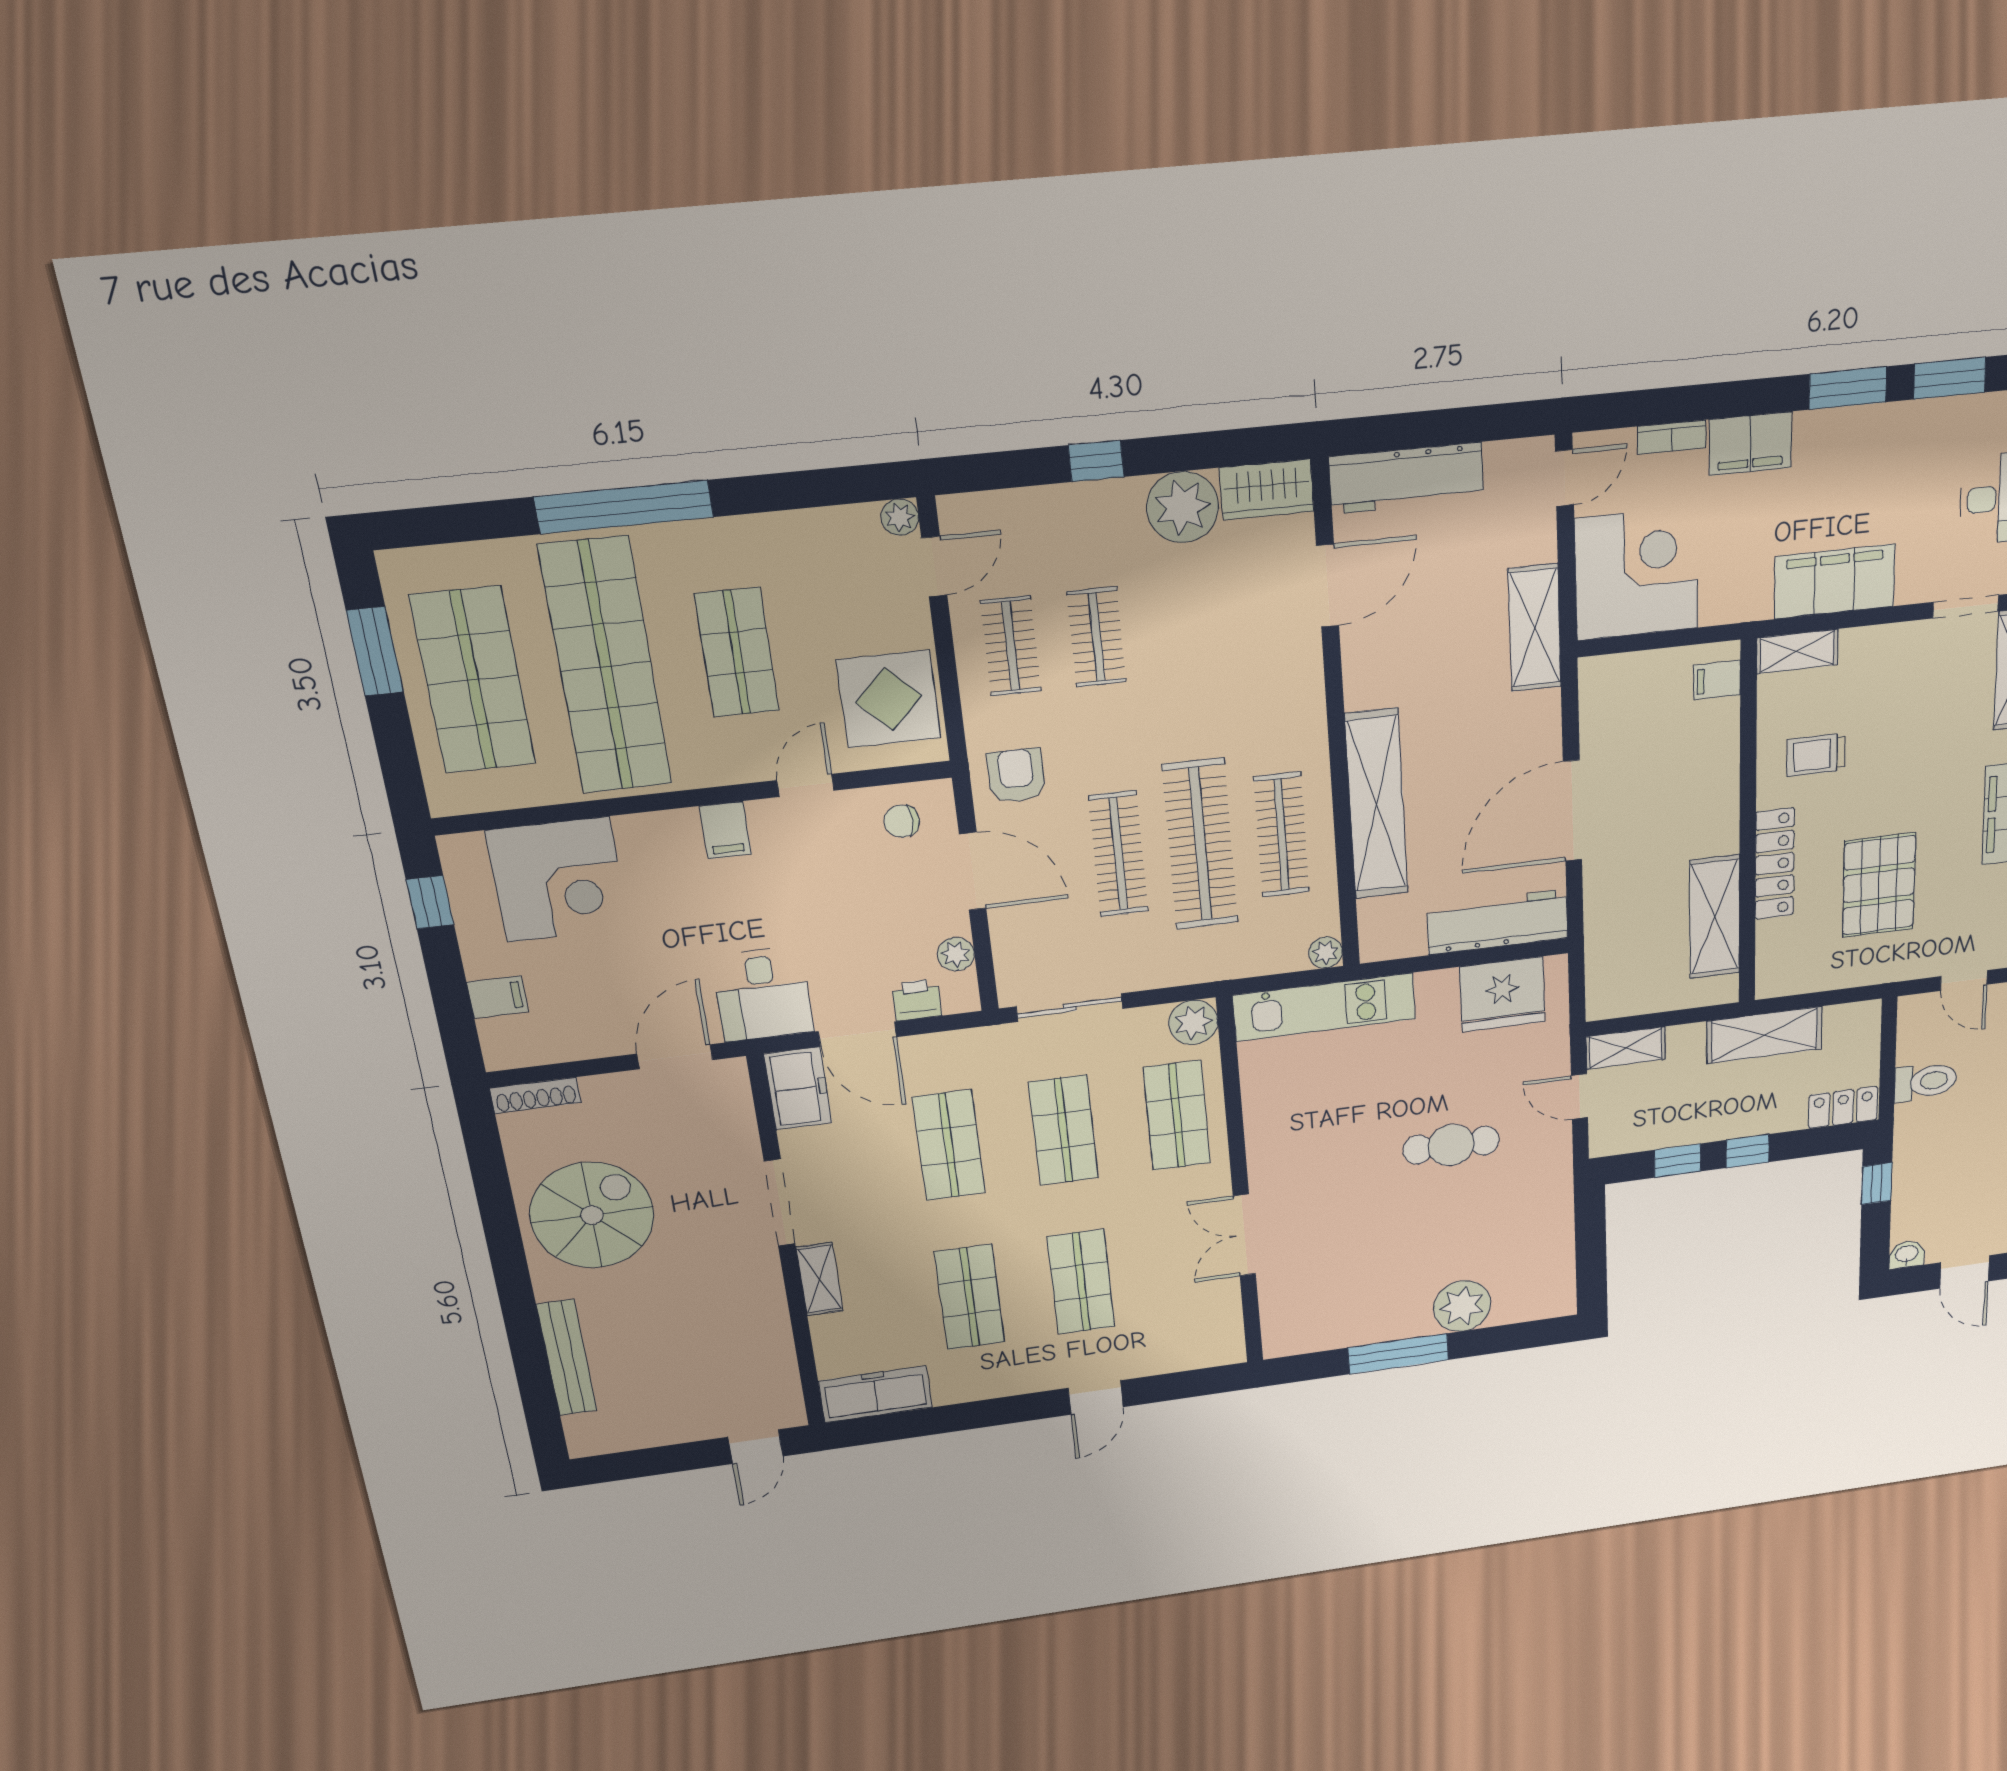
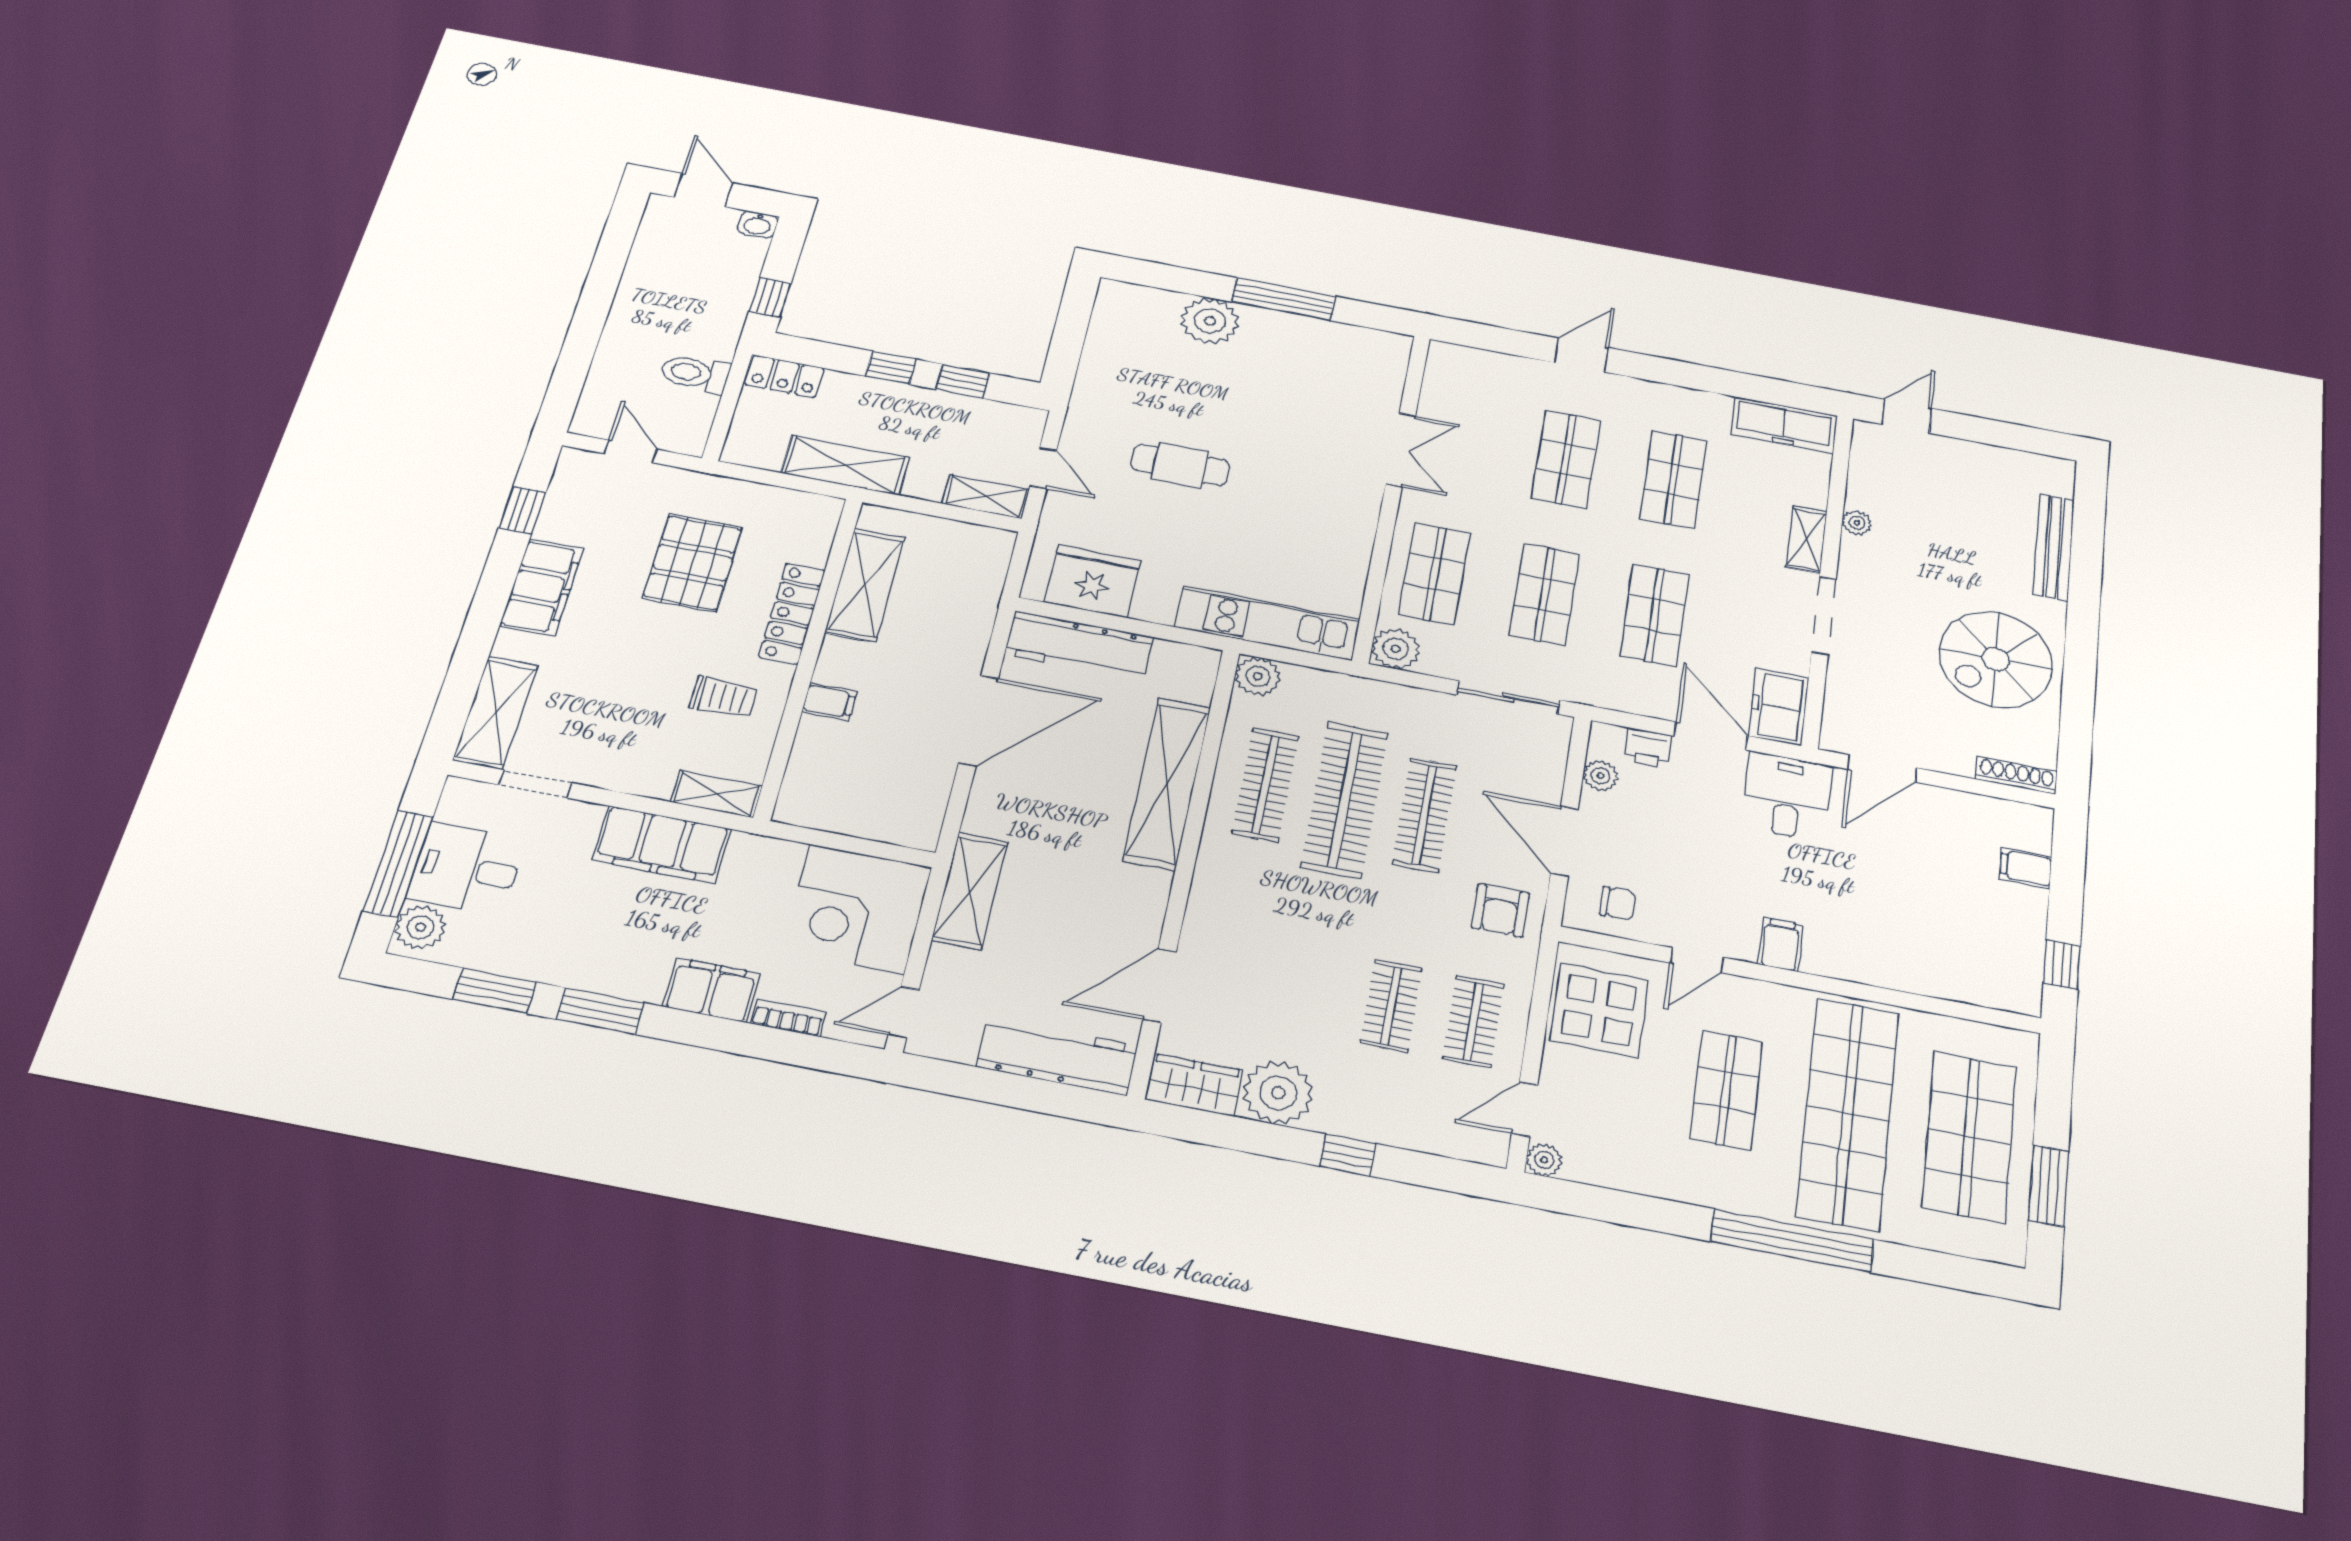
filing cabinet: (1717, 680) -> (829, 702), moved
corner desk: (558, 879) -> (1943, 949), removed
plant: (1326, 953) -> (1258, 676), width x1.38, depth x1.38
plant: (774, 1315) -> (1857, 523), added

